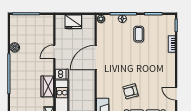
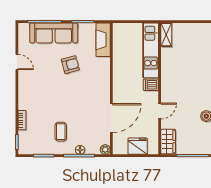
door: (96, 58) -> (111, 118), moved
wardrobe: (47, 86) -> (168, 142), moved

